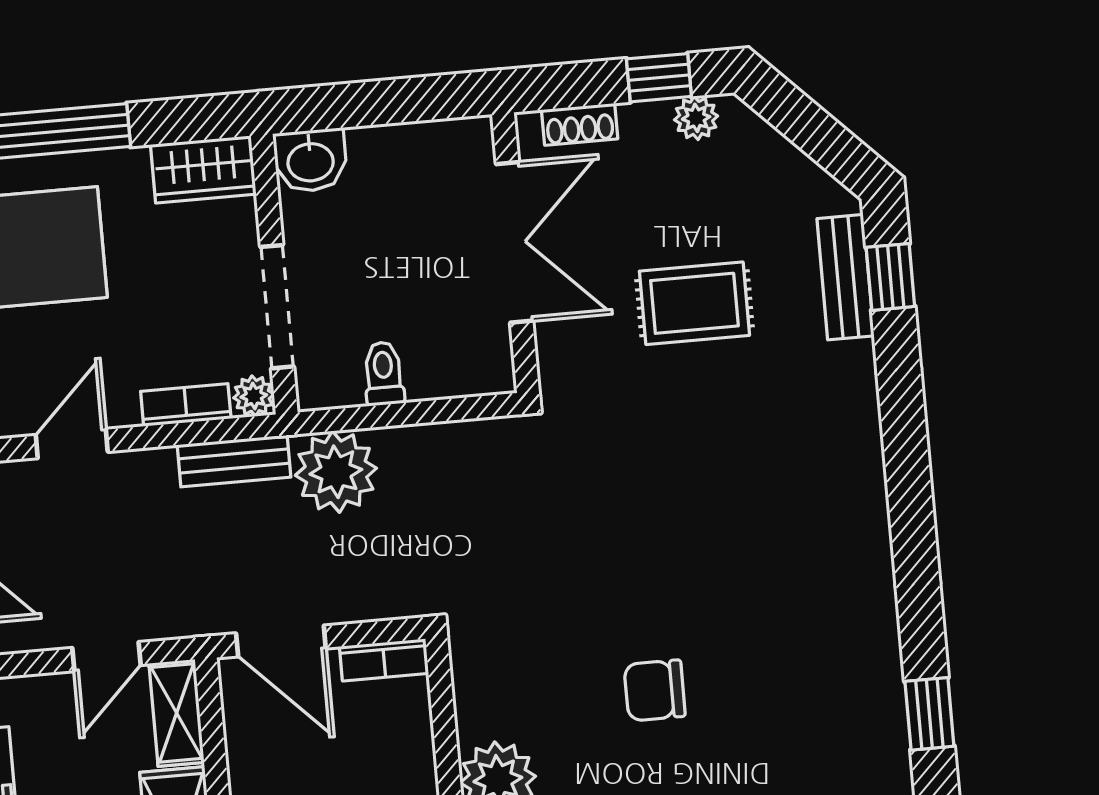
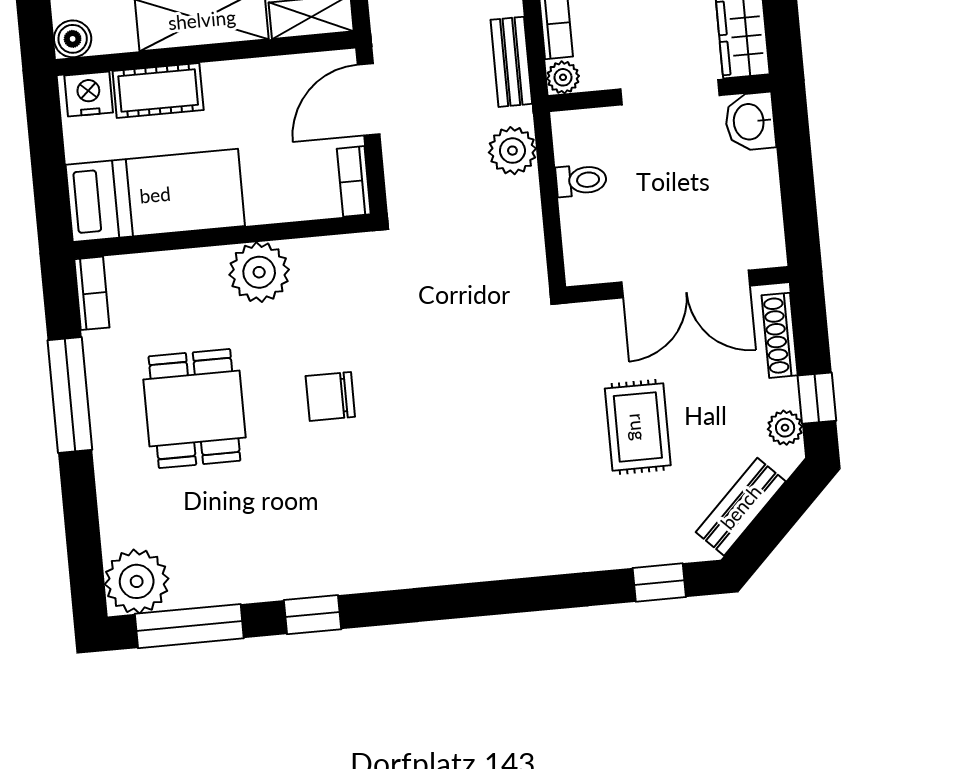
shoe rack: (580, 124) -> (780, 335), width x1.43
bench: (845, 277) -> (741, 507), moved, turned -45
doorway: (277, 307) -> (670, 92), moved
plant: (336, 472) -> (512, 151), width x0.73, depth x0.73
chair: (655, 690) -> (330, 396), turned -90

